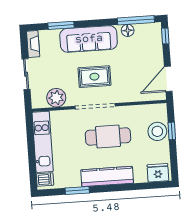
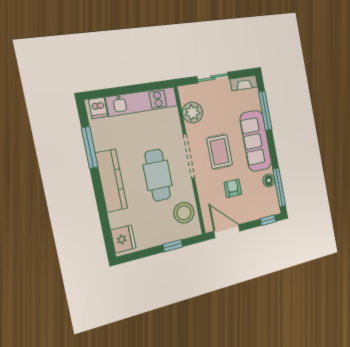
window: (61, 25) -> (265, 111), width x1.44
armchair: (130, 68) -> (233, 188), added
stool: (157, 131) -> (184, 213), moved
window: (77, 191) -> (90, 148), width x1.44

